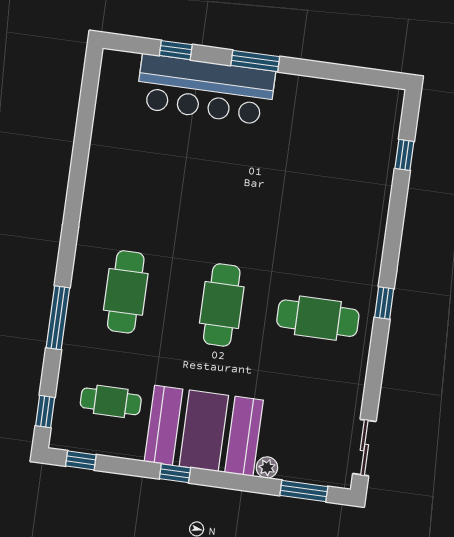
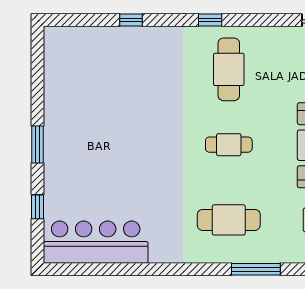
bar counter: (206, 89) -> (96, 242), moved, turned -90
window: (404, 155) -> (131, 20), moved
cafe table: (222, 305) -> (229, 145), width x0.73, depth x0.74

